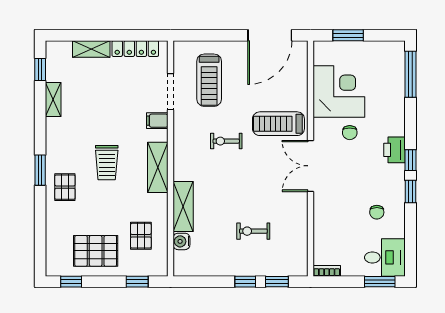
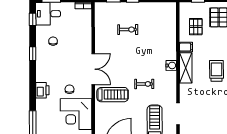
filing cabinet: (157, 121) -> (186, 47), moved
printer: (395, 150) -> (42, 90), moved
window: (411, 160) -> (33, 19), moved
shelving: (183, 207) -> (170, 44), removed
water cooler: (181, 241) -> (171, 65), moved

